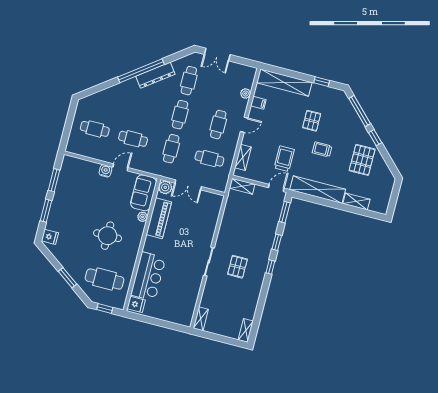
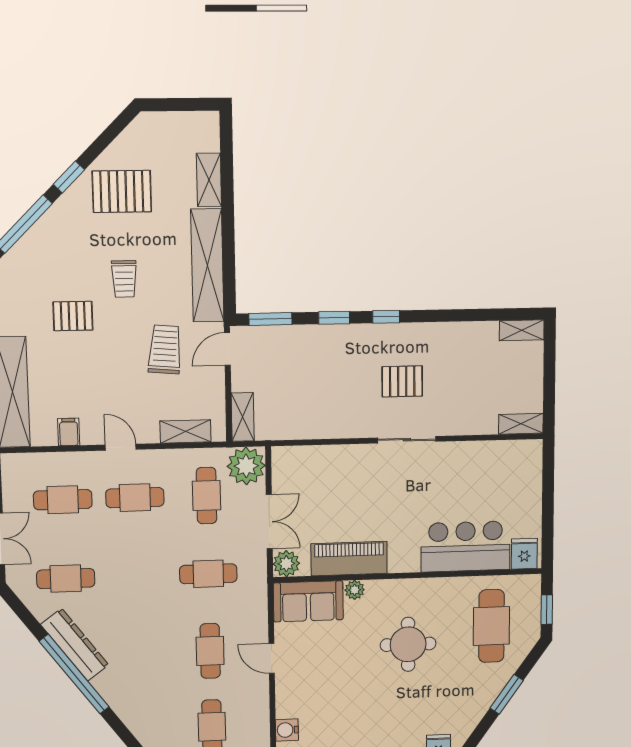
plant: (246, 93) -> (246, 466), moved, width x1.87, depth x1.87
cafe table: (180, 115) -> (63, 500), moved
trolley: (284, 159) -> (165, 349), turned 95
water cooler: (105, 171) -> (287, 730), moved
door: (276, 188) -> (227, 349), hinge flipped

